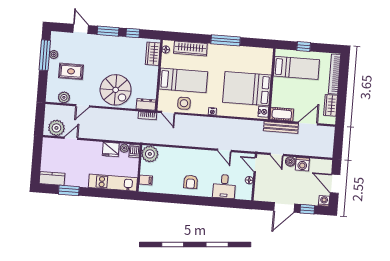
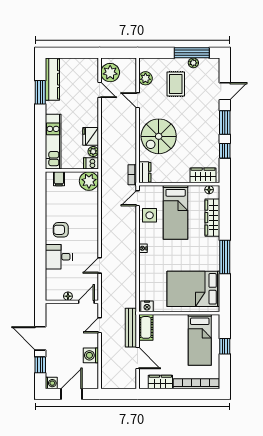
bed: (247, 89) -> (193, 289), moved, turned -90
boiler: (290, 162) -> (93, 341), removed
kitchen counter: (52, 178) -> (52, 79), width x1.50
desk: (224, 186) -> (59, 257), moved

